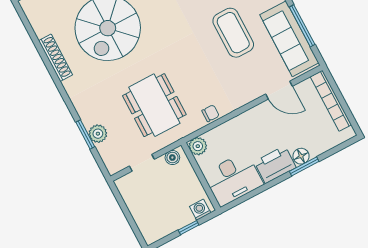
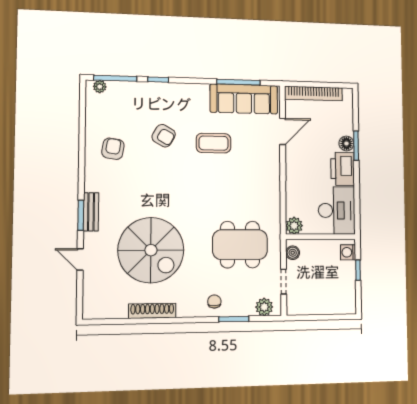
coffee table: (233, 33) -> (213, 143), width x0.73, depth x0.76
chair: (211, 113) -> (214, 301), moved
plant: (98, 134) -> (264, 307), moved

